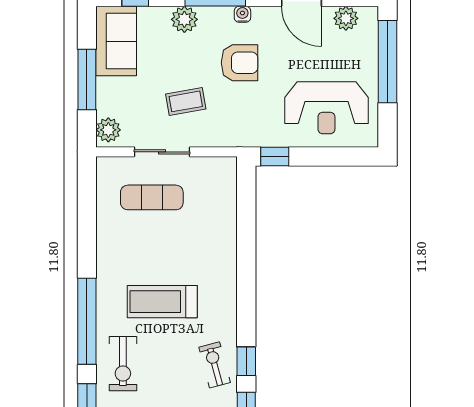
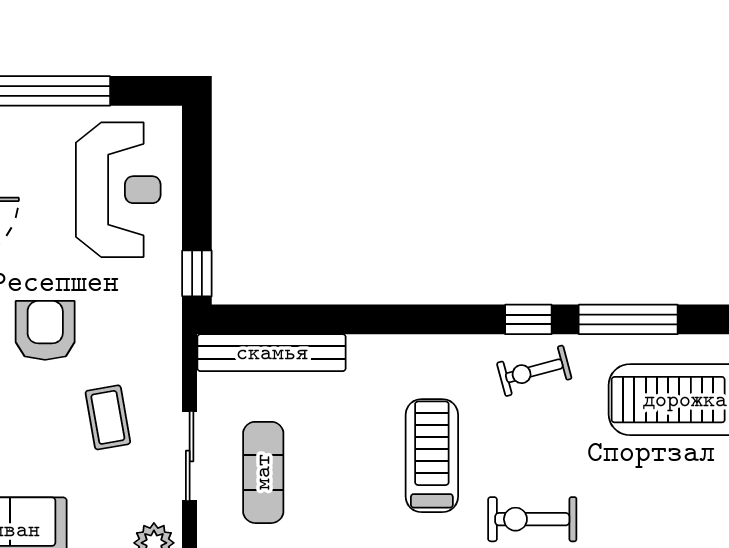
bench: (226, 203) -> (272, 353), added
treadmill: (162, 302) -> (432, 456), turned 180
exercise bike: (123, 364) -> (532, 519), turned 180

